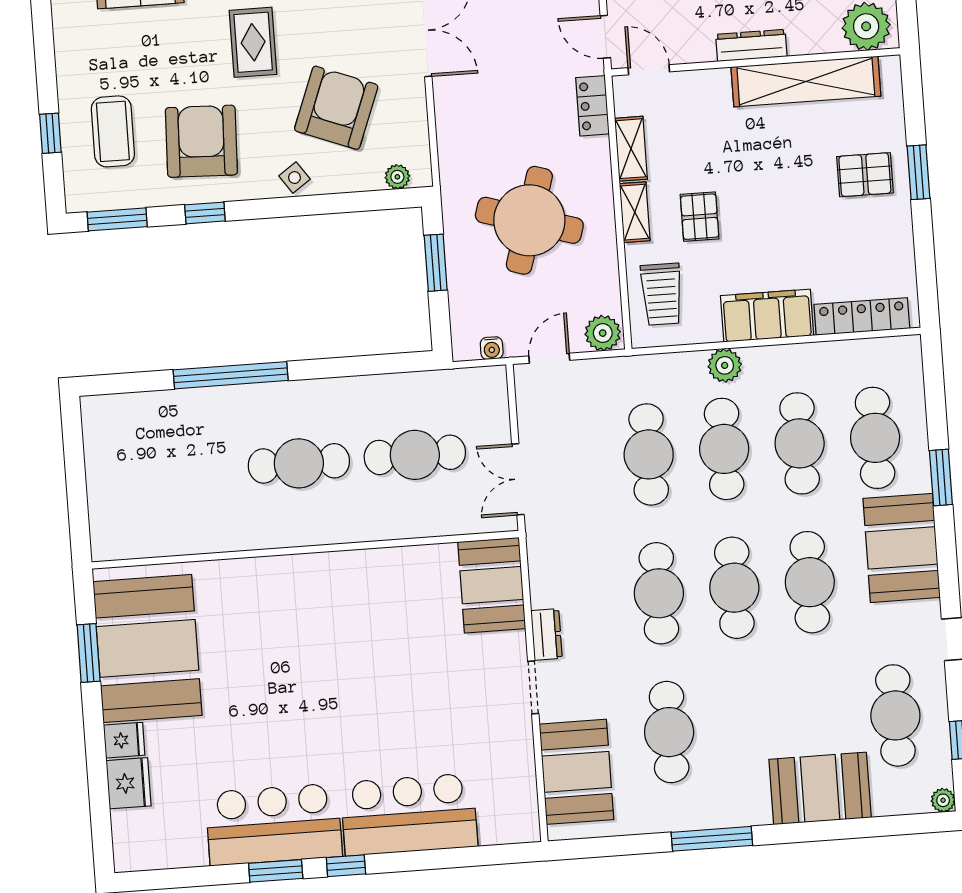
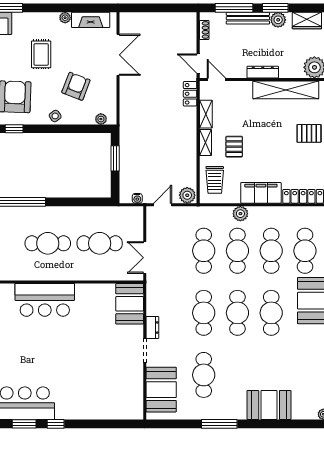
armchair: (336, 108) -> (76, 86), width x0.73, depth x0.73
round table: (529, 220) -> (158, 143), removed
cafe table: (895, 715) -> (305, 375), removed
bar counter: (409, 815) -> (45, 300), moved, turned 180

